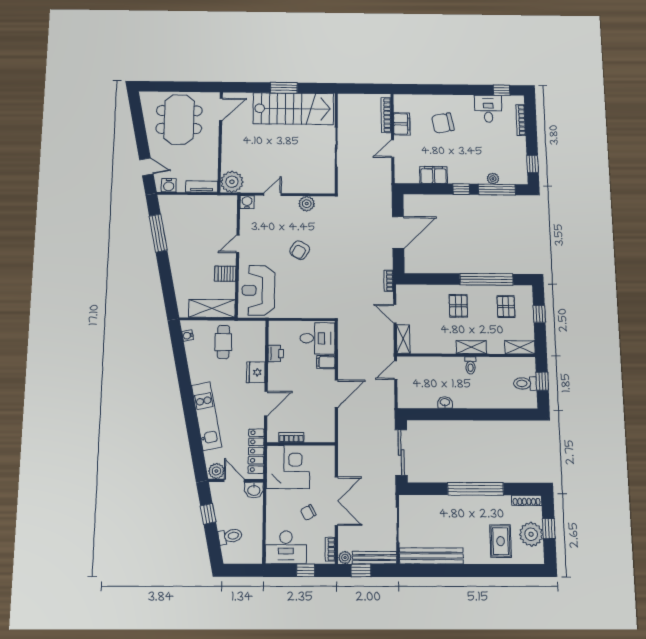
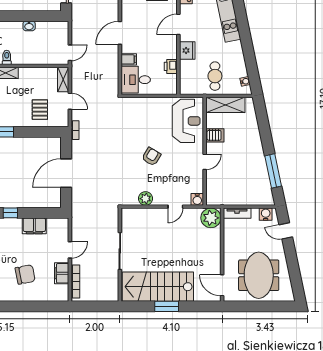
door: (221, 109) -> (222, 285), hinge flipped
pallet: (458, 306) -> (40, 110), moved

